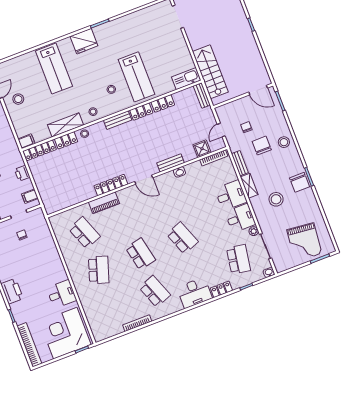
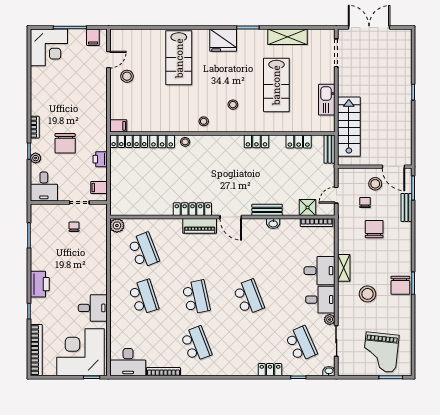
lab bench: (136, 77) -> (276, 85), moved
kitchen sink: (186, 79) -> (327, 100), moved, turned -90
locker: (163, 103) -> (299, 142), moved
bench: (118, 120) -> (227, 141), removed
shelving: (65, 125) -> (288, 37), moved
stool: (284, 142) -> (375, 184), moved
bench: (240, 163) -> (406, 207), moved
piano: (104, 203) -> (200, 226), moved
plant: (56, 221) -> (117, 226), added
school desk: (238, 259) -> (301, 344), turned -33
school desk: (99, 270) -> (144, 297), turned -36
desk: (195, 293) -> (128, 362), moved

